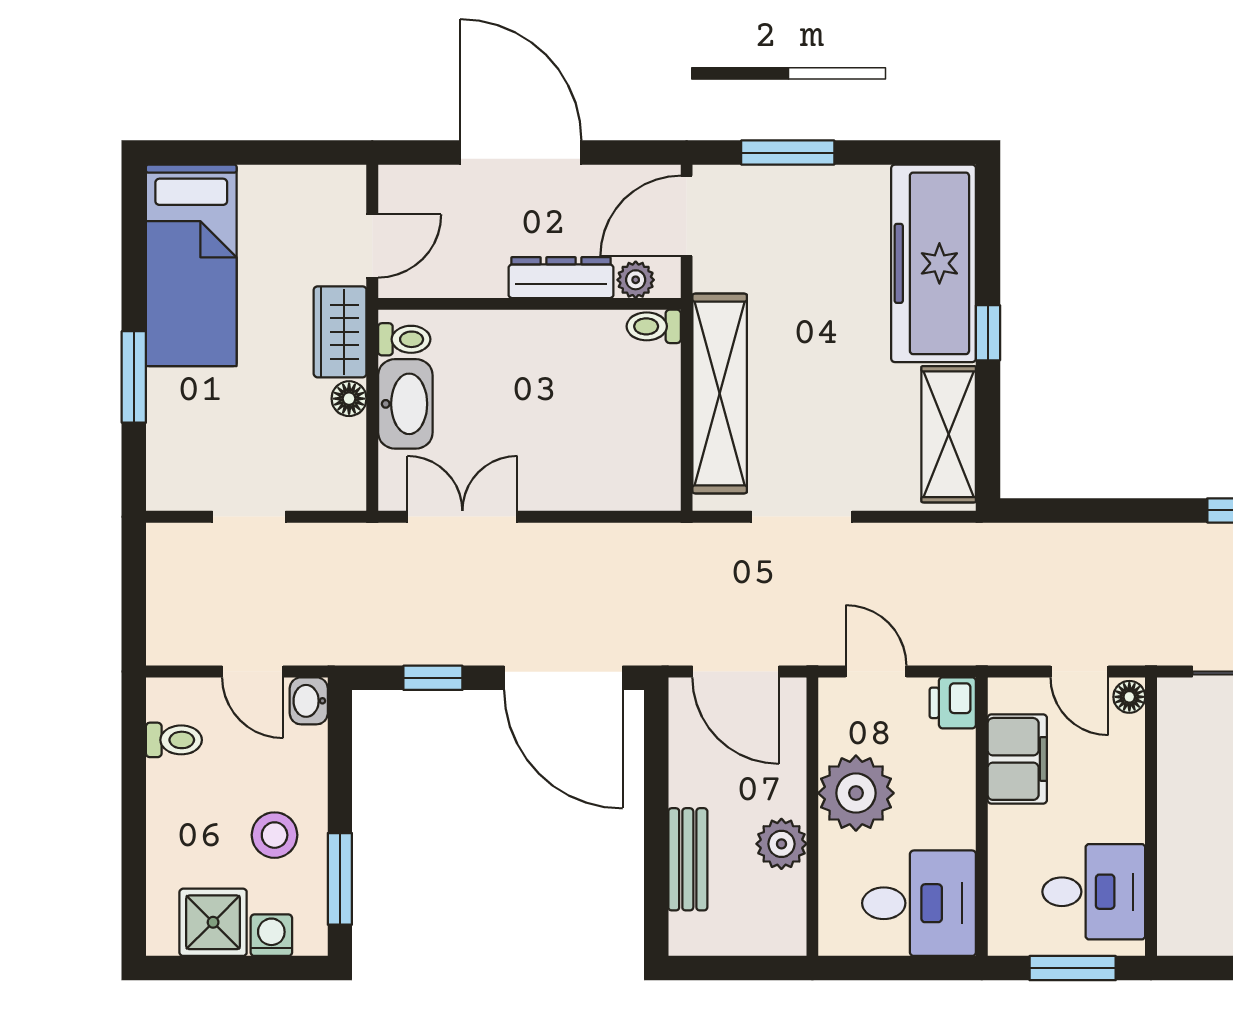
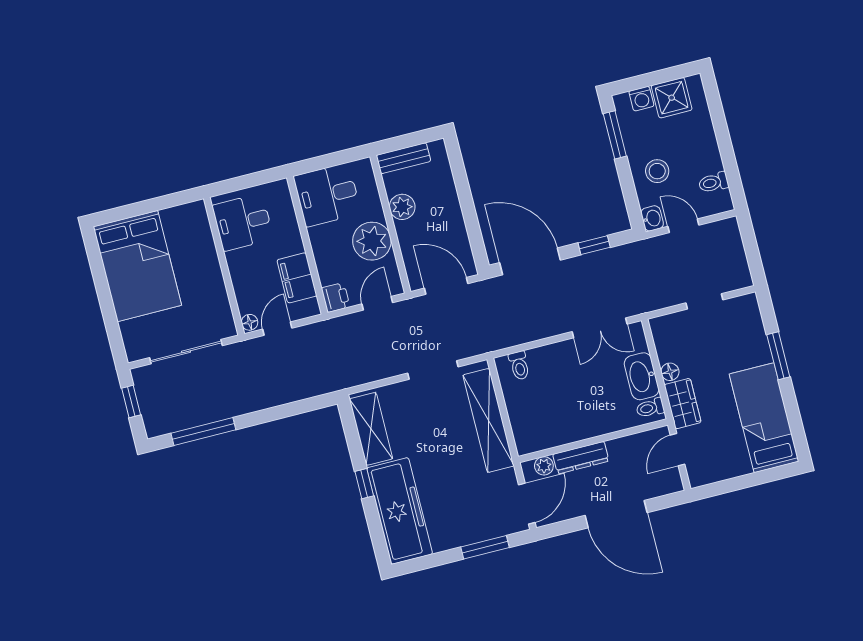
toilet: (654, 326) -> (519, 365), moved, turned 90
door: (876, 672) -> (377, 303), swing flipped
door: (1079, 672) -> (277, 329), hinge flipped
stool: (275, 835) -> (657, 171), moved
bench: (688, 859) -> (403, 158), moved, turned 90
window: (1073, 968) -> (244, 182), removed

